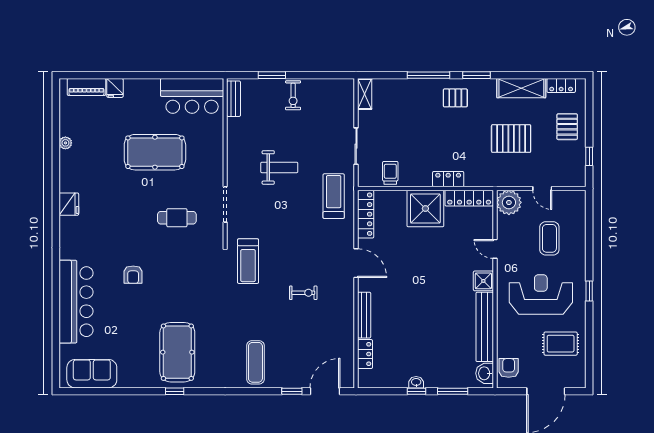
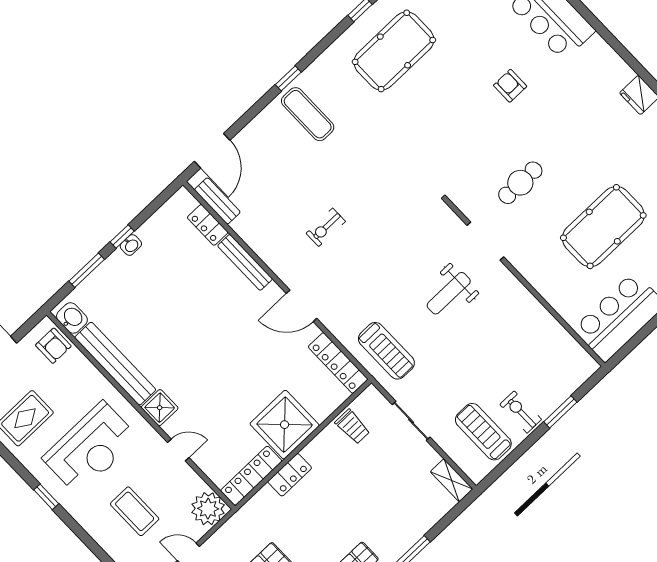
bench: (234, 99) -> (217, 201), moved
weight bench: (279, 167) -> (449, 293), moved
treadmill: (248, 261) -> (483, 432), moved
pool table: (177, 352) -> (394, 51), turned 90
window: (292, 391) -> (288, 78), moved

